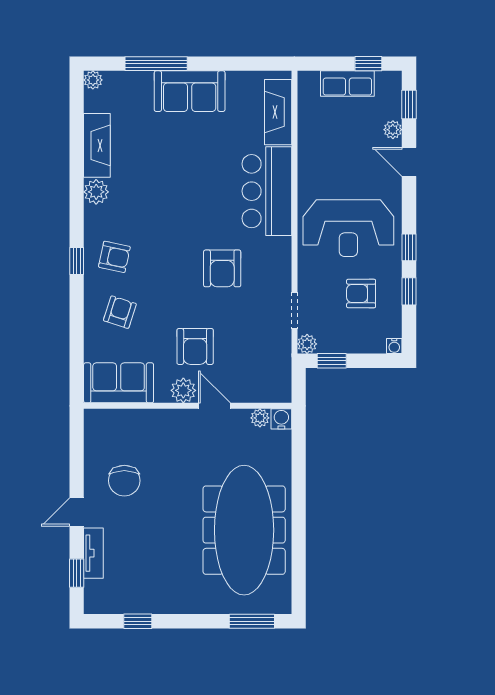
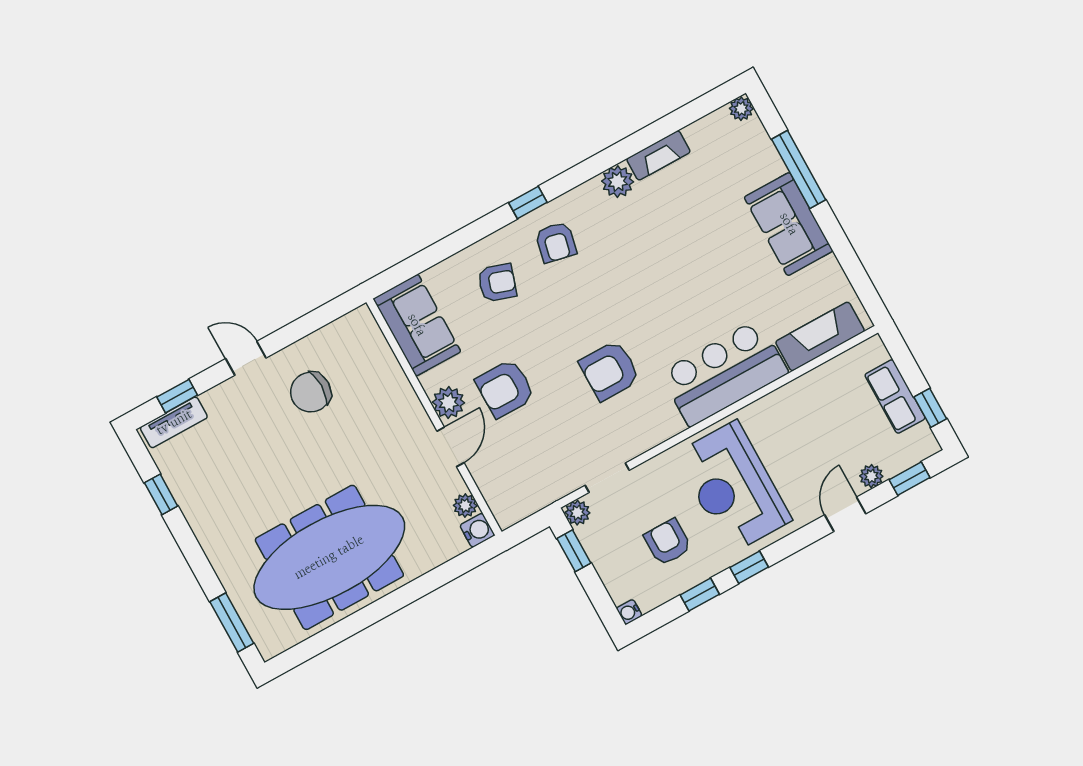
fireplace: (97, 145) -> (658, 155), width x0.73, depth x0.76
tv unit: (93, 553) -> (174, 422), moved

